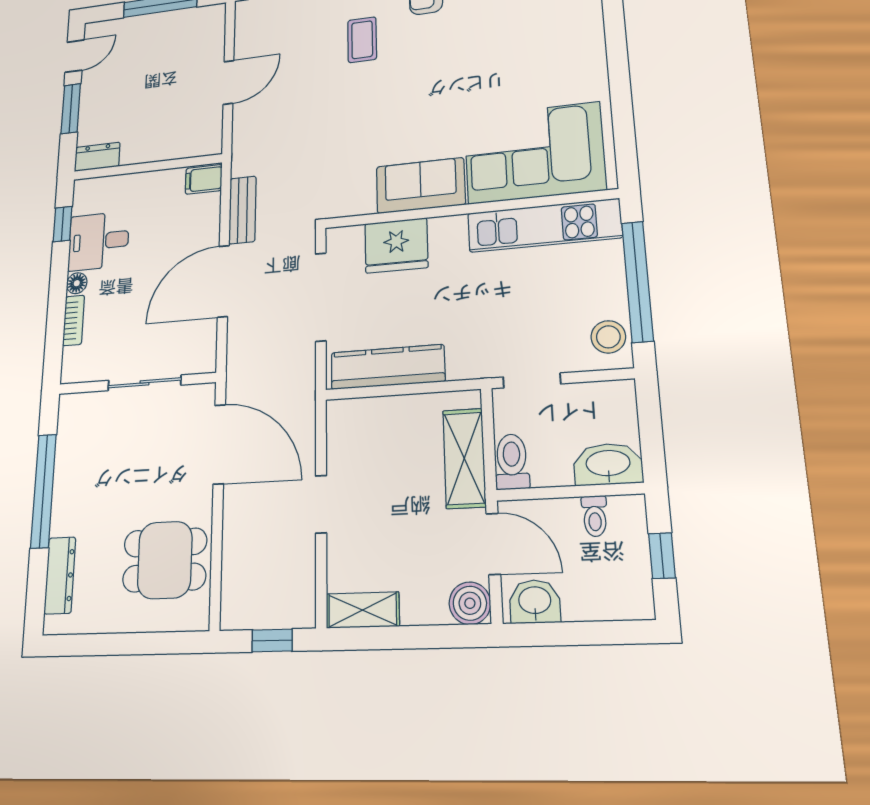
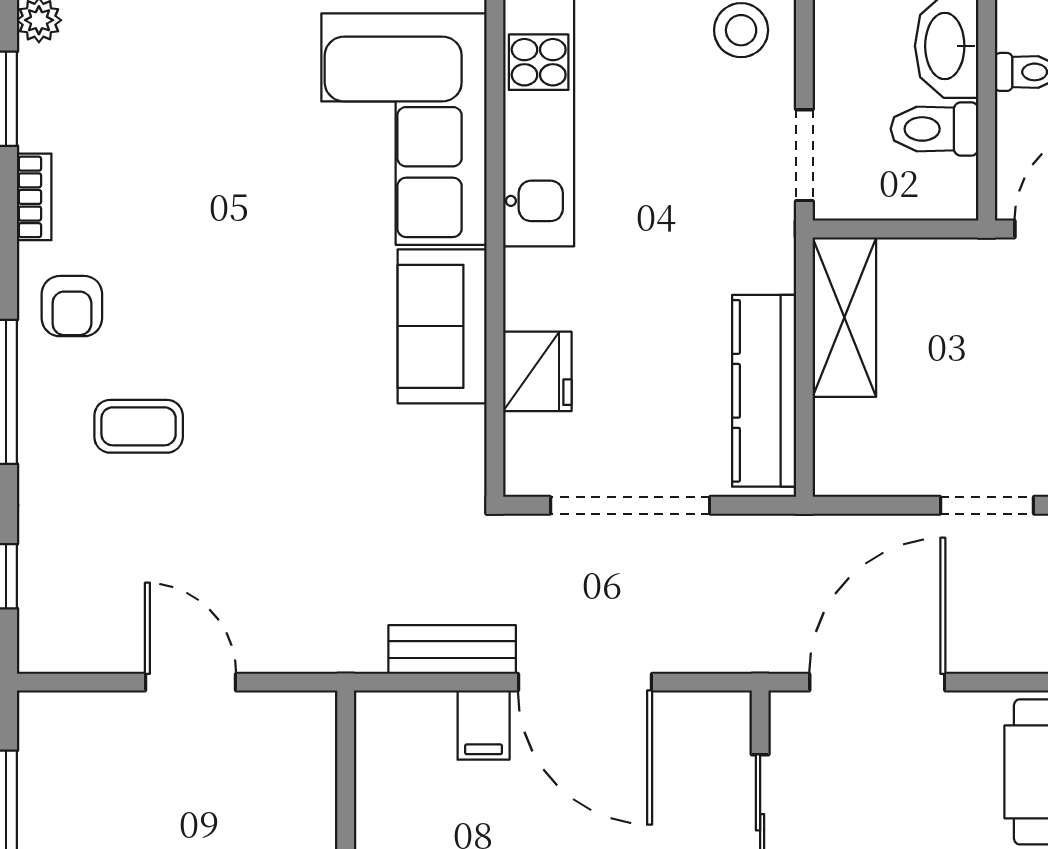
filing cabinet: (204, 179) -> (484, 725), moved
fridge: (396, 245) -> (537, 371), width x0.73, depth x0.75
shelving: (464, 458) -> (844, 317), moved, turned 90
toilet: (512, 462) -> (934, 129), moved

